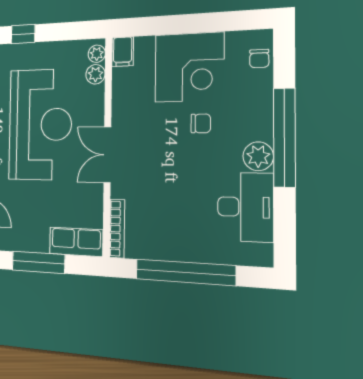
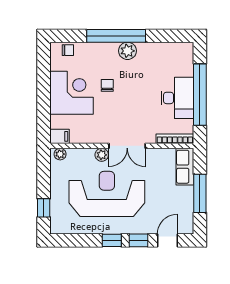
plant: (95, 74) -> (102, 155), moved
desk: (245, 207) -> (177, 98), moved, turned 90

